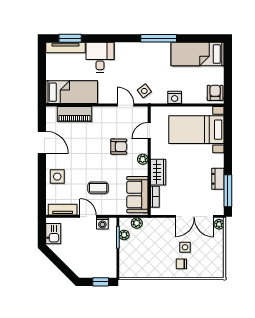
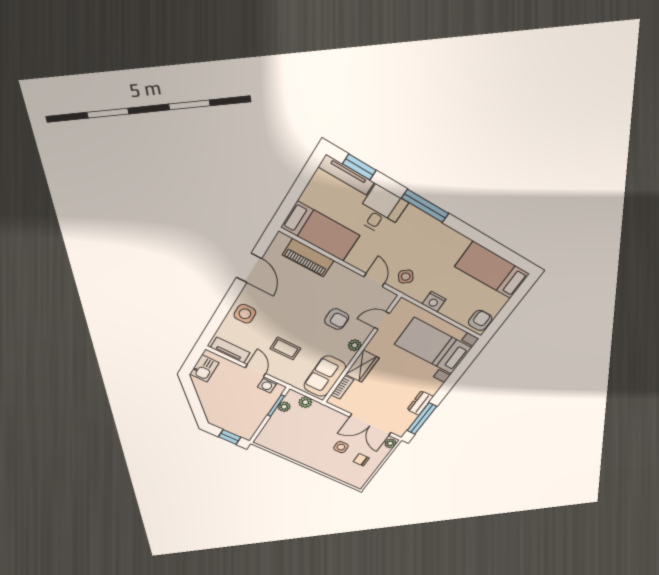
window: (159, 38) -> (425, 206), moved
chair: (181, 264) -> (361, 460), moved

